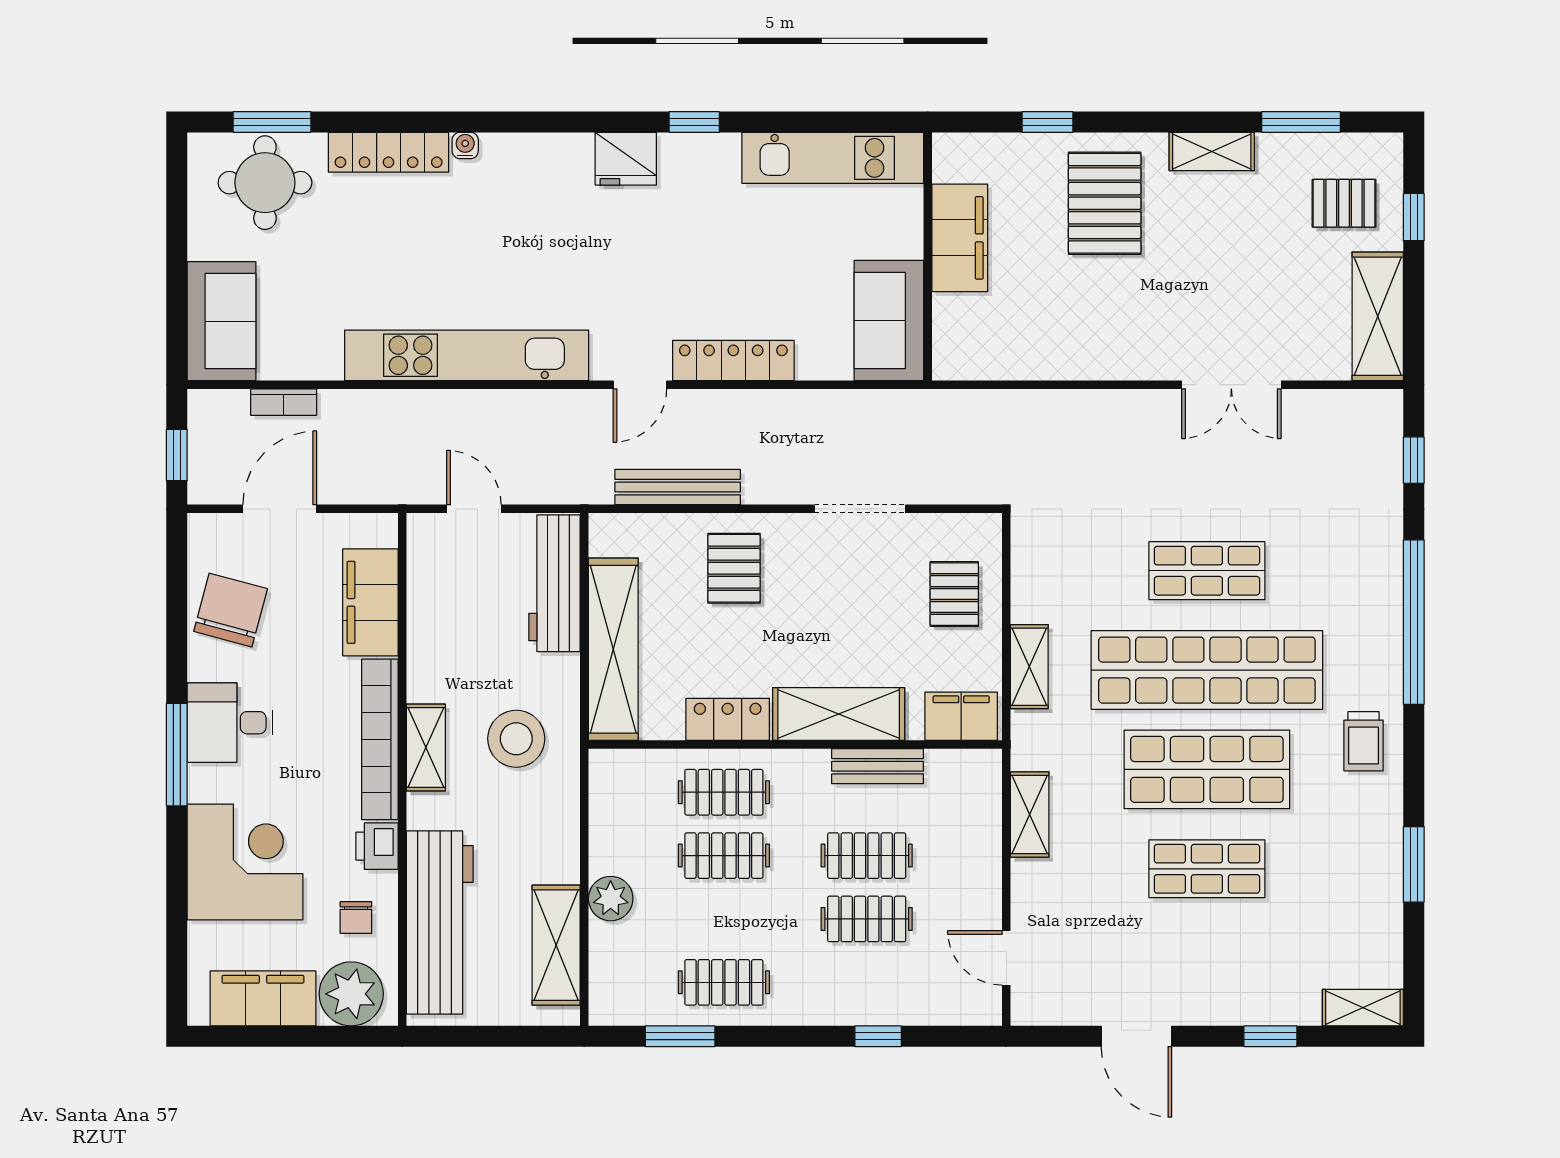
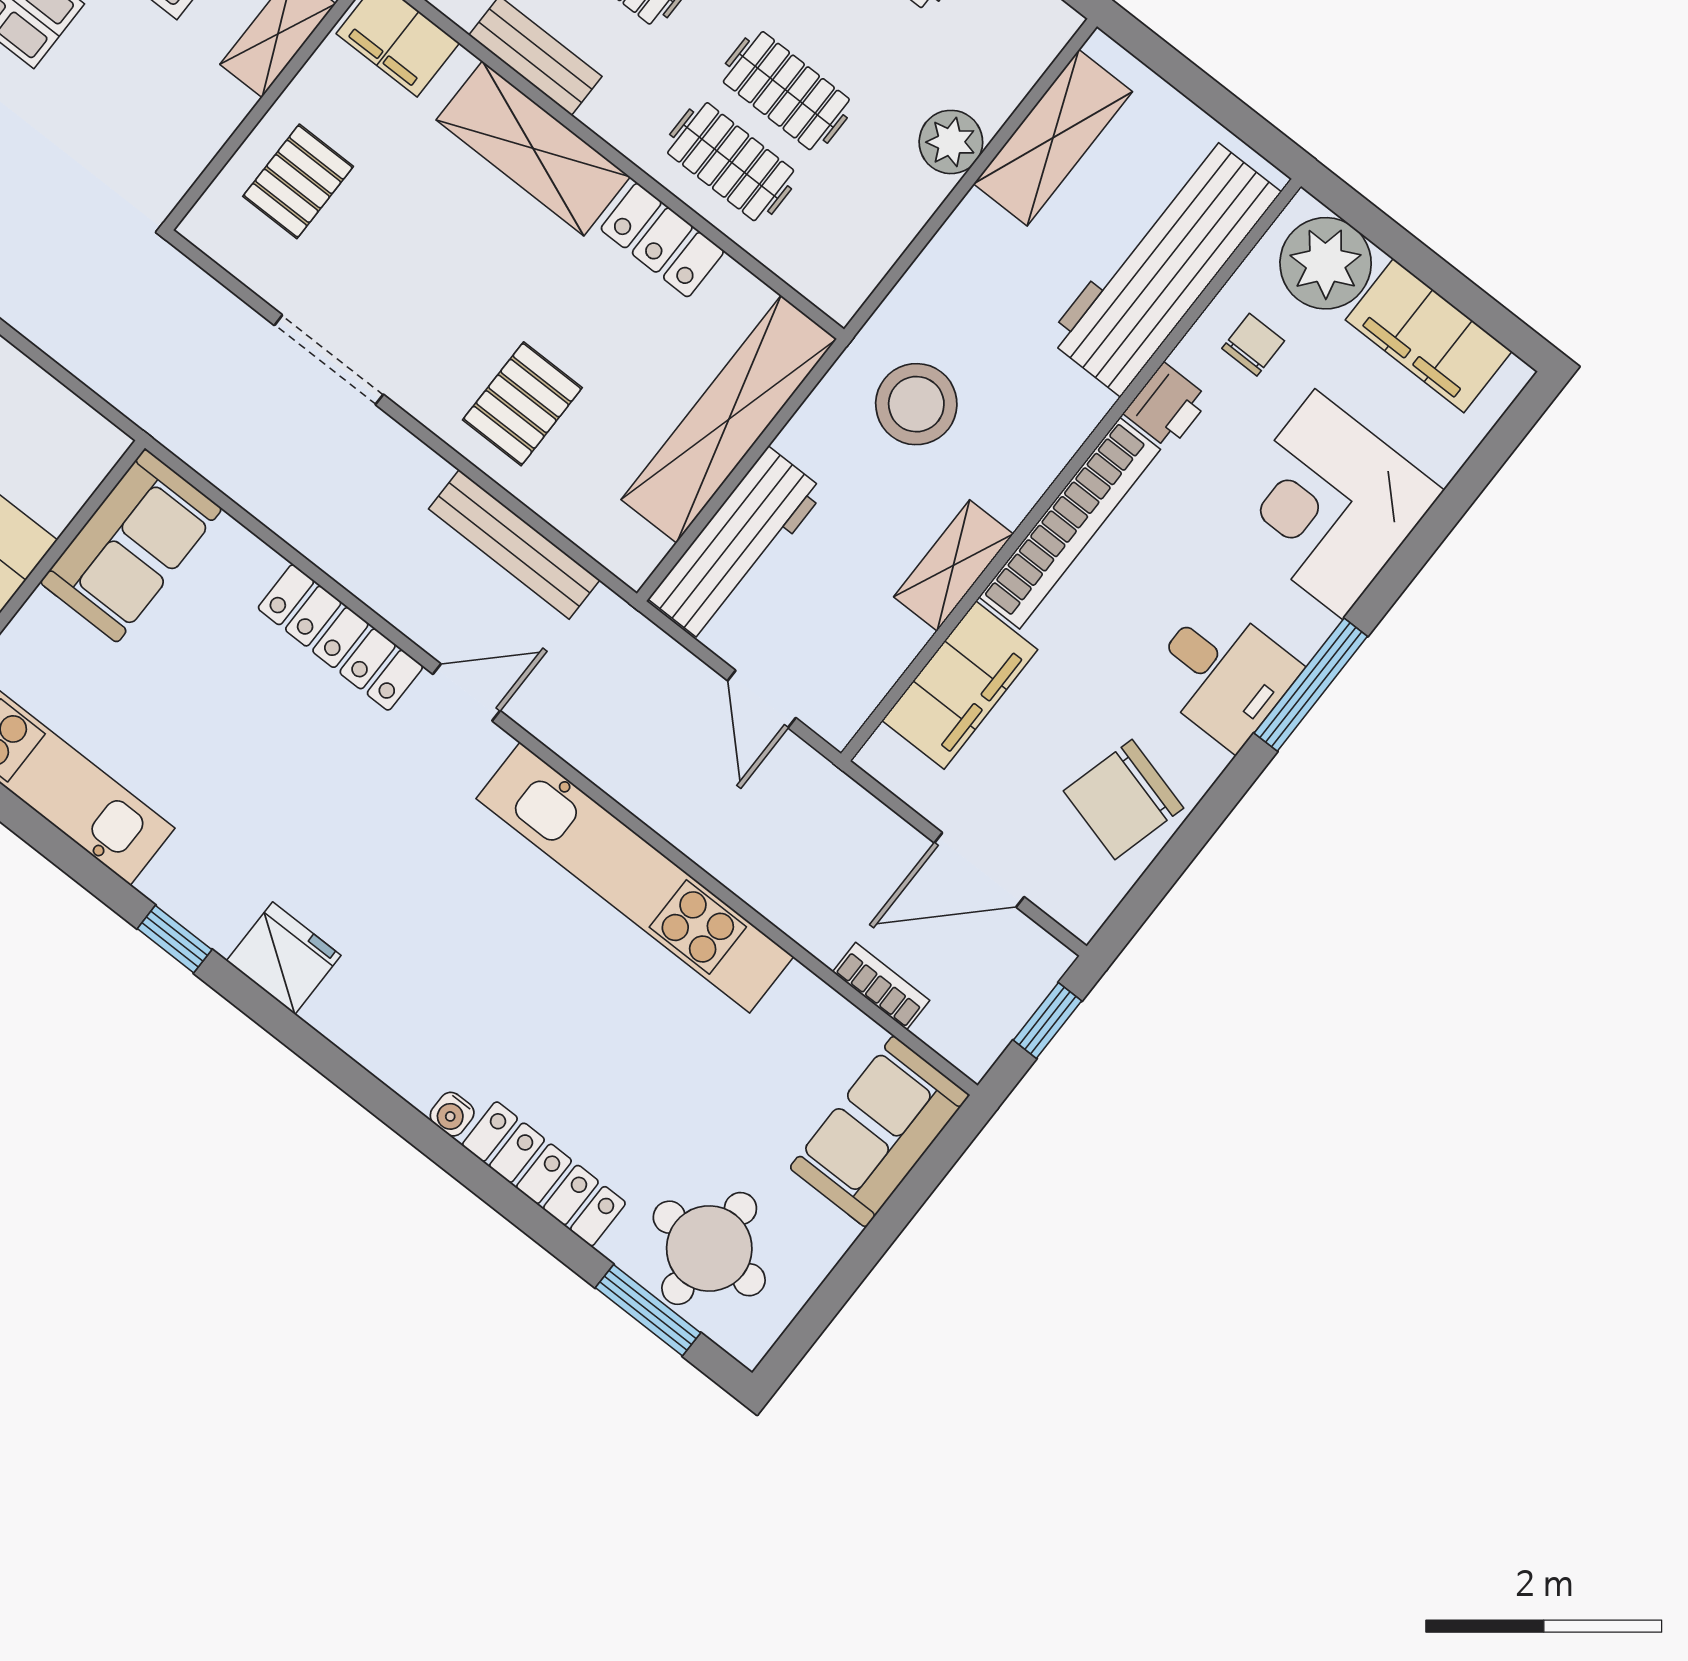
shelving: (426, 748) -> (953, 565), moved

